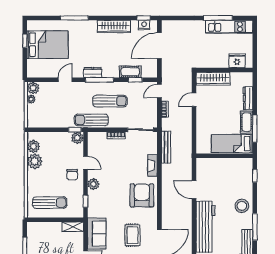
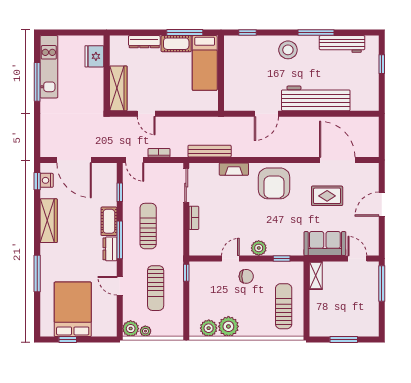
cot: (130, 72) -> (109, 221), moved
sun lounger: (91, 120) -> (156, 288), moved
plant: (77, 138) -> (197, 269), removed
armchair: (142, 195) -> (274, 183), turned -90

